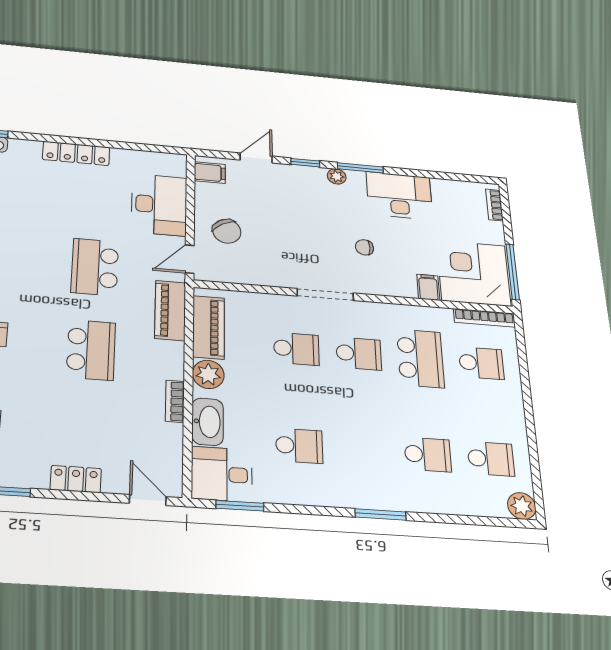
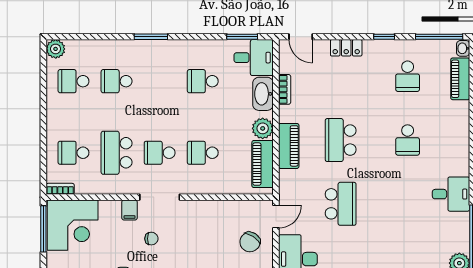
chair: (227, 231) -> (250, 242), turned -117
filing cabinet: (428, 287) -> (129, 210), moved
doorway: (325, 294) -> (160, 197), moved
piano: (170, 310) -> (289, 146), moved
bookcase: (484, 318) -> (60, 189), width x0.64
bookcase: (175, 401) -> (285, 89), moved

